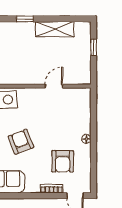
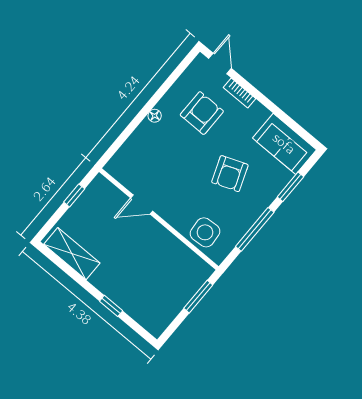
shelving: (55, 29) -> (72, 254), moved
window: (94, 47) -> (74, 195), moved

